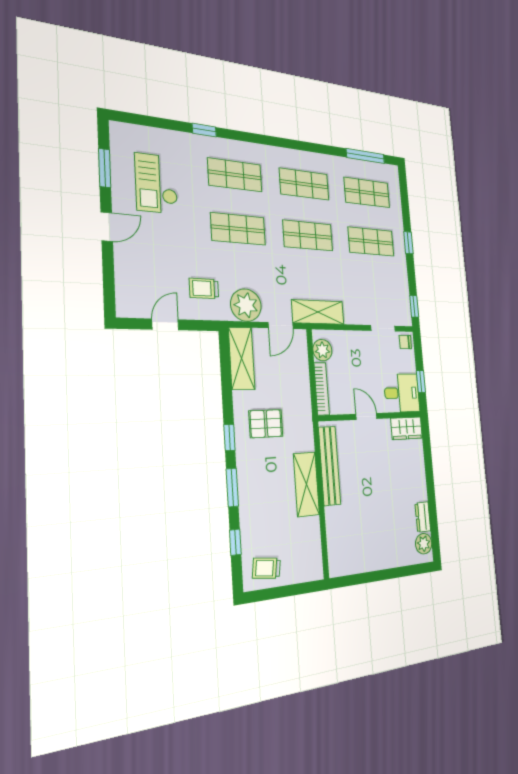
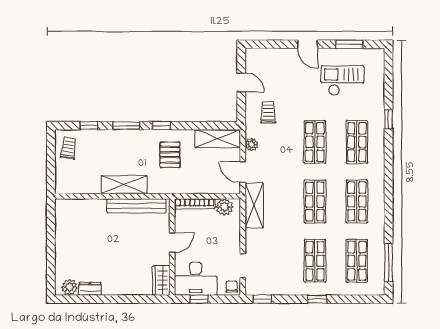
plant: (246, 305) -> (252, 145), width x0.53, depth x0.53
desk: (402, 393) -> (196, 279), width x1.37

